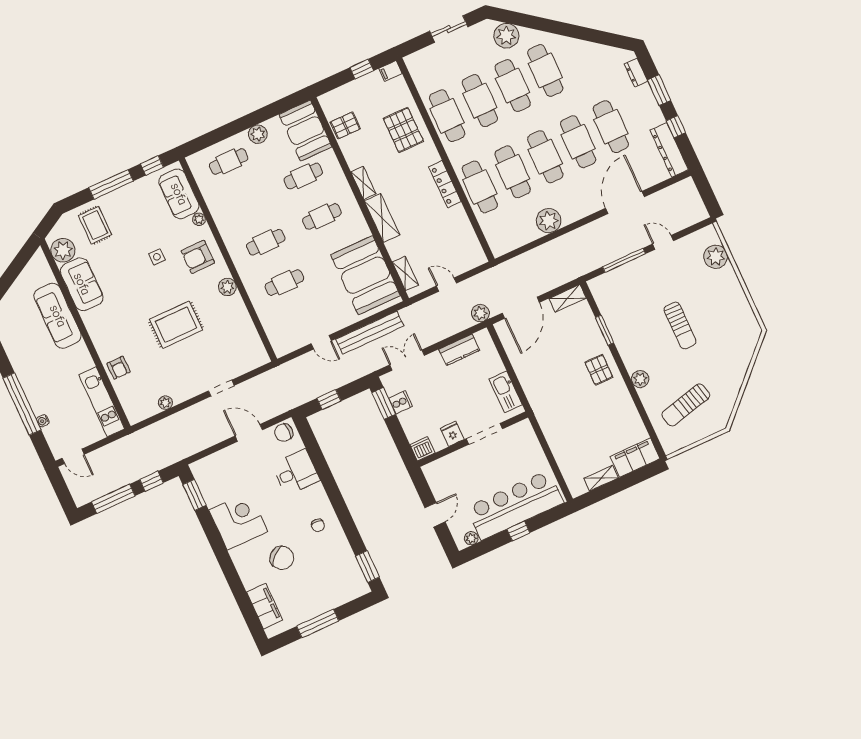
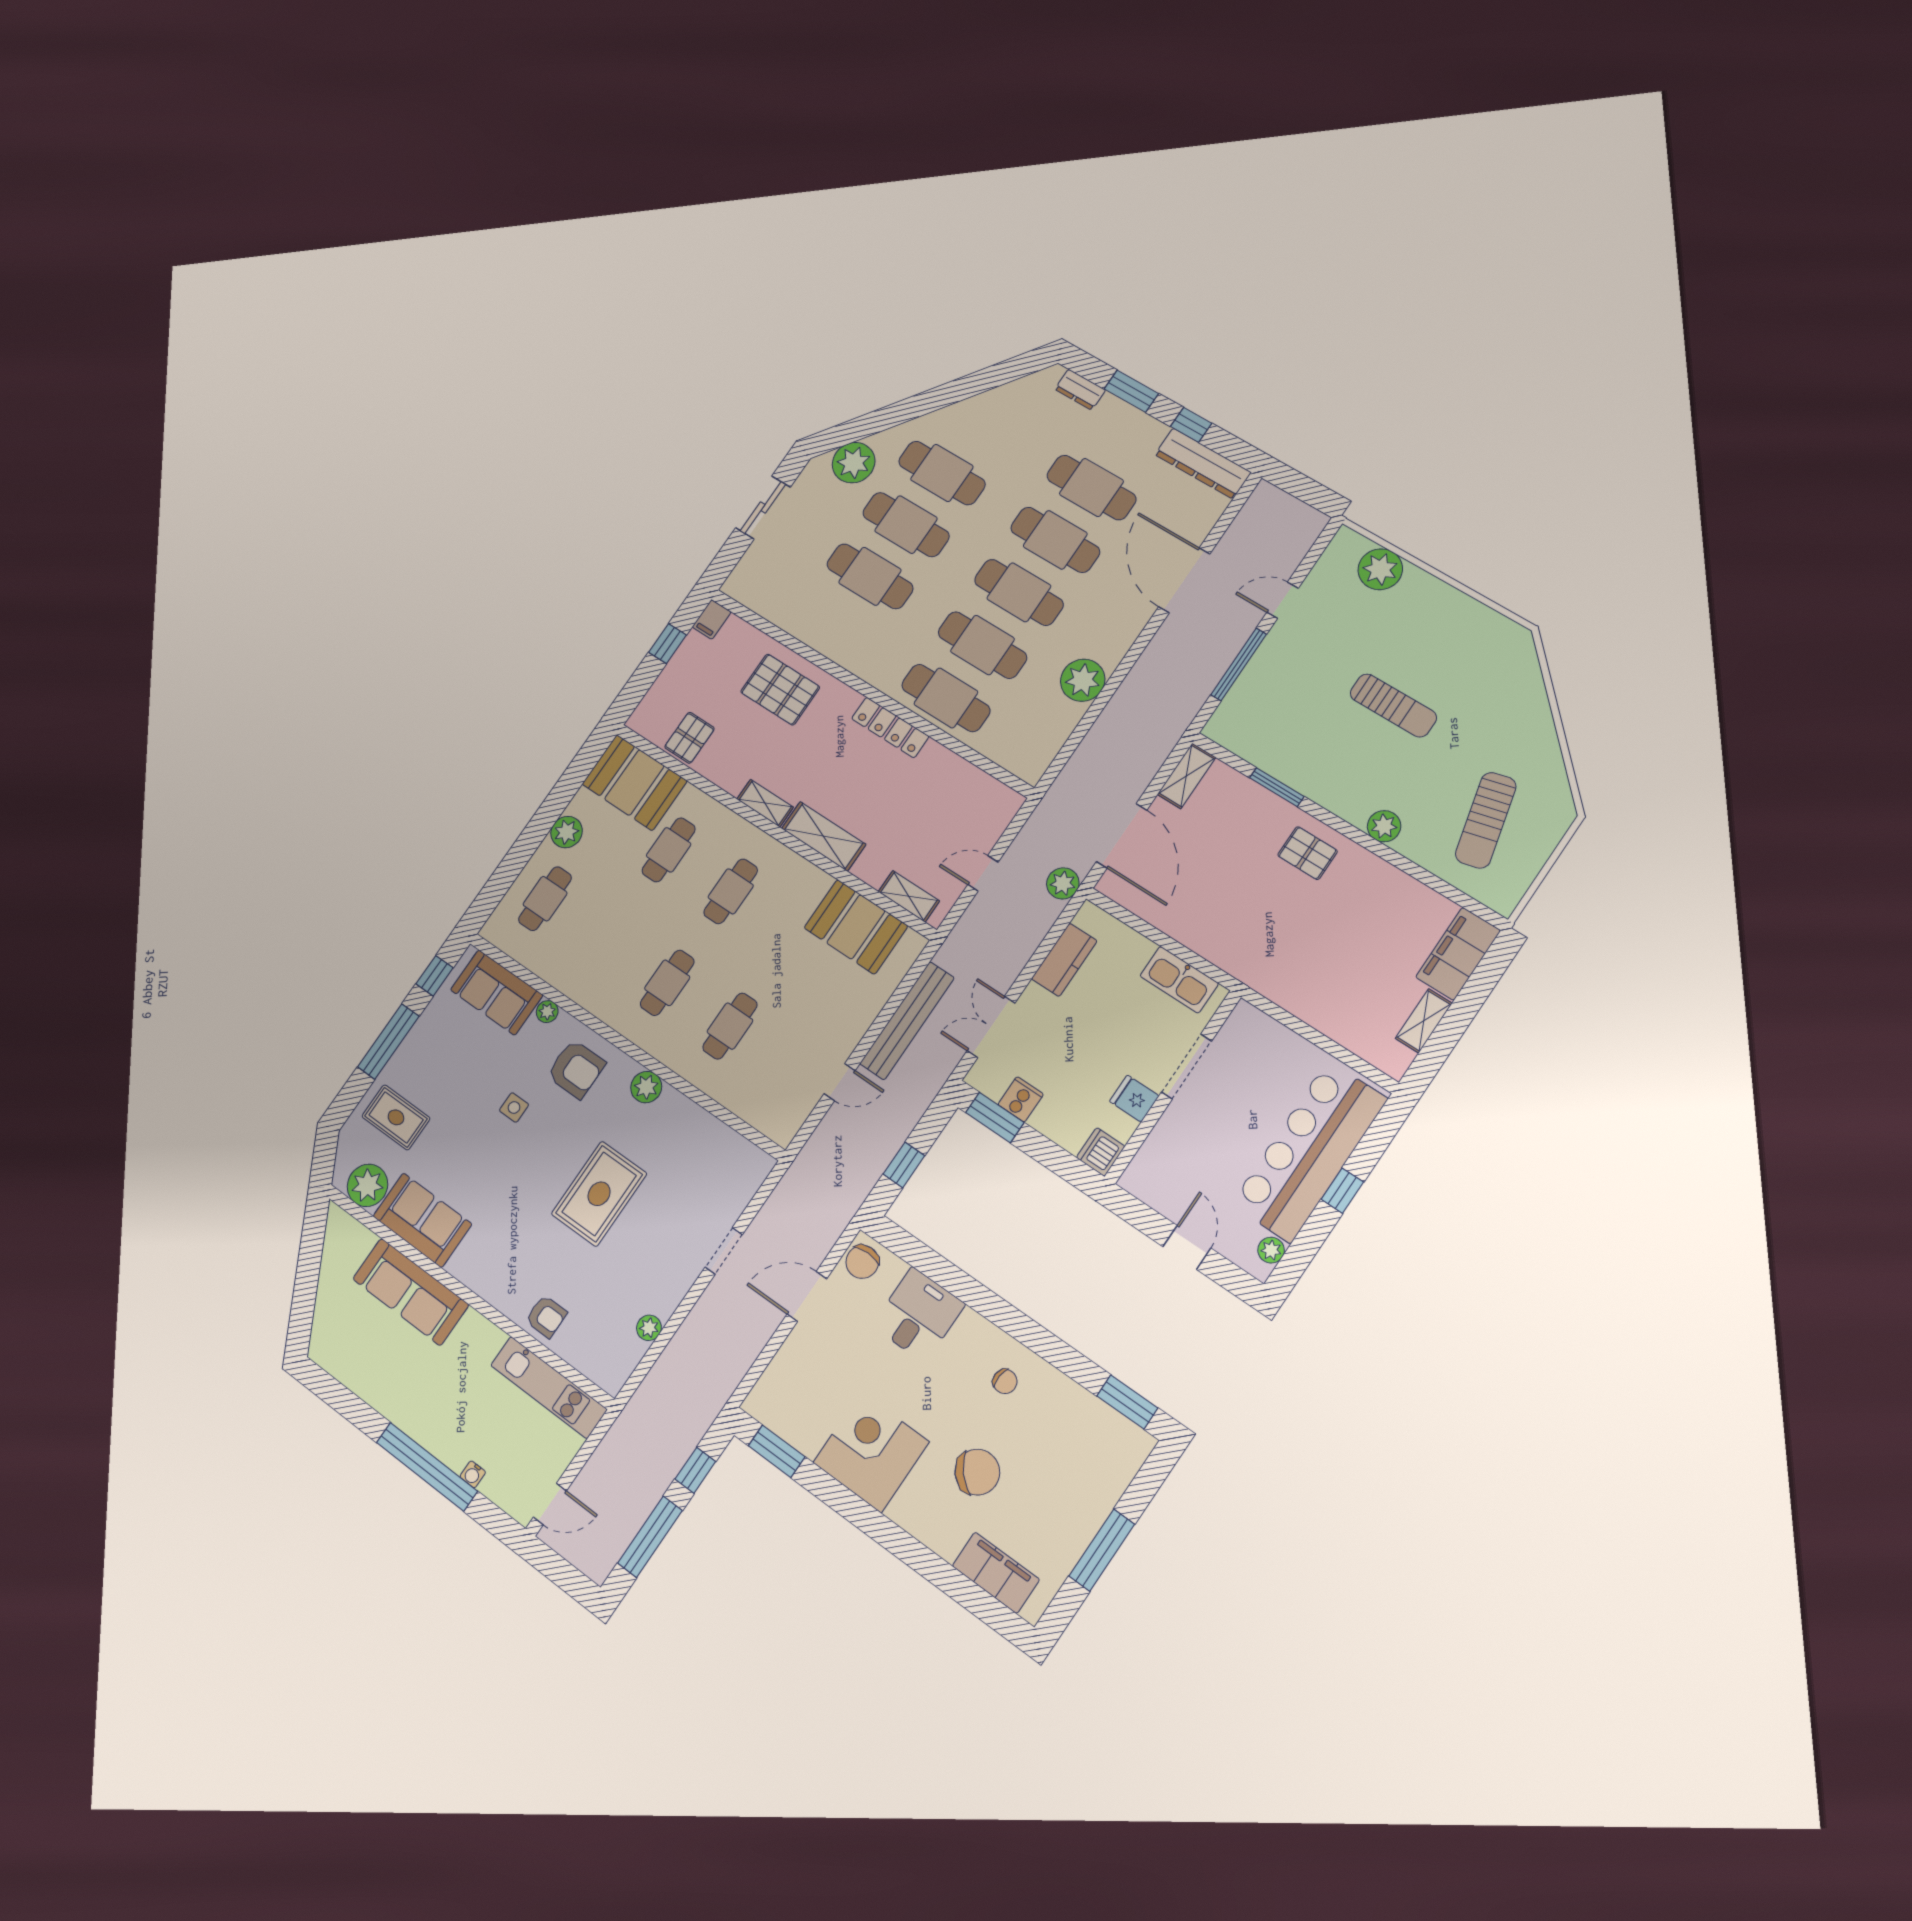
cafe table: (447, 116) -> (834, 628), removed
armchair: (198, 257) -> (576, 1069), turned -90
booth: (366, 275) -> (856, 927), width x0.73, depth x0.70

